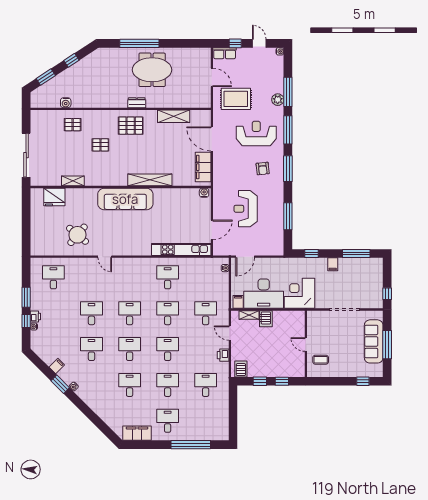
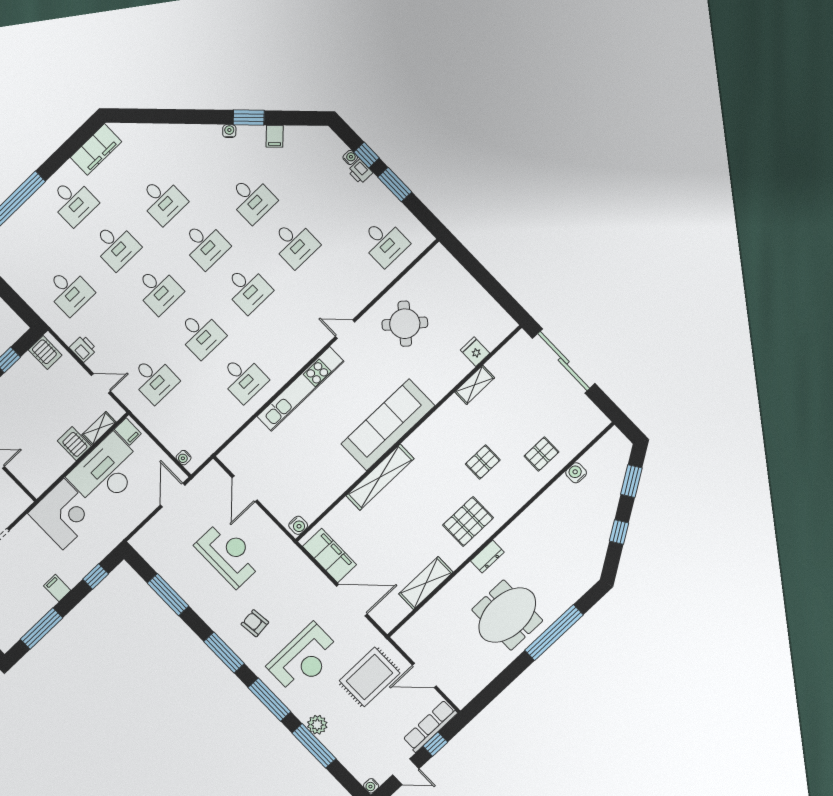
row of seats: (225, 53) -> (430, 726), width x1.48
fridge: (54, 197) -> (475, 352), width x0.53, depth x0.75
kitchen unit: (181, 250) -> (300, 389), moved

